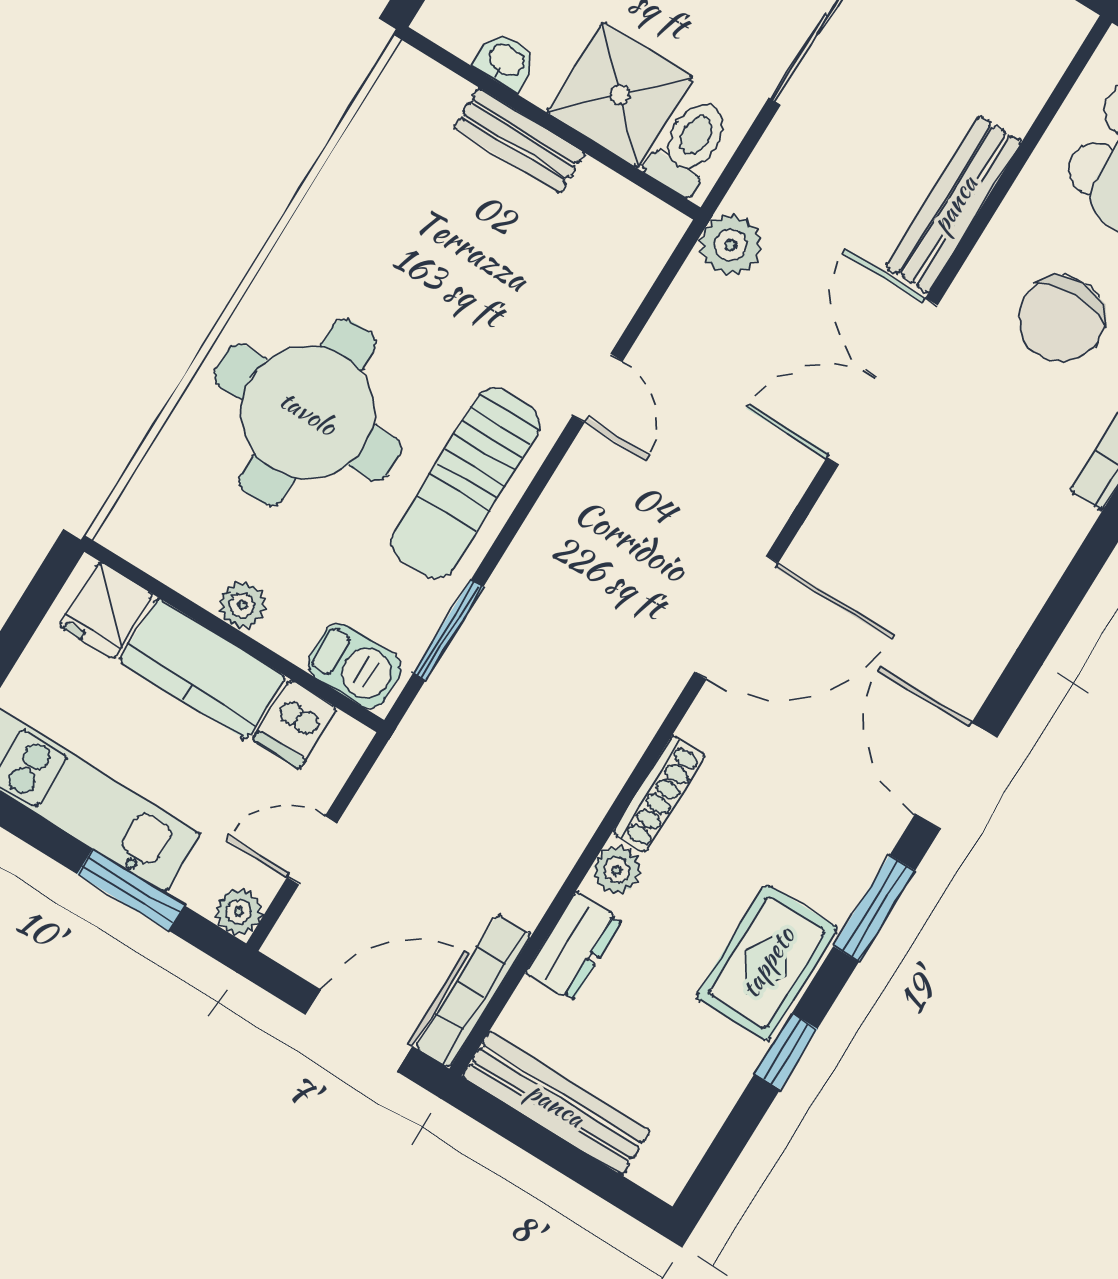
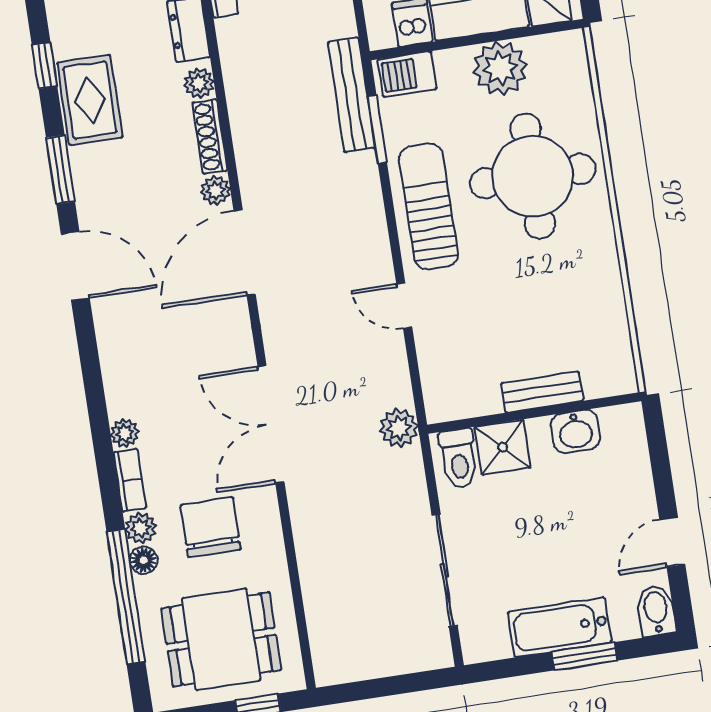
washbasin: (505, 61) -> (576, 431), width x1.38, depth x1.45
shower: (620, 95) -> (503, 447), width x0.73, depth x0.73
bench: (954, 204) -> (352, 95), moved
double door: (882, 382) -> (271, 424), swing flipped
plant: (1069, 522) -> (125, 433), added
plant: (242, 605) -> (500, 68), width x1.87, depth x1.87
plant: (708, 723) -> (216, 190), added

